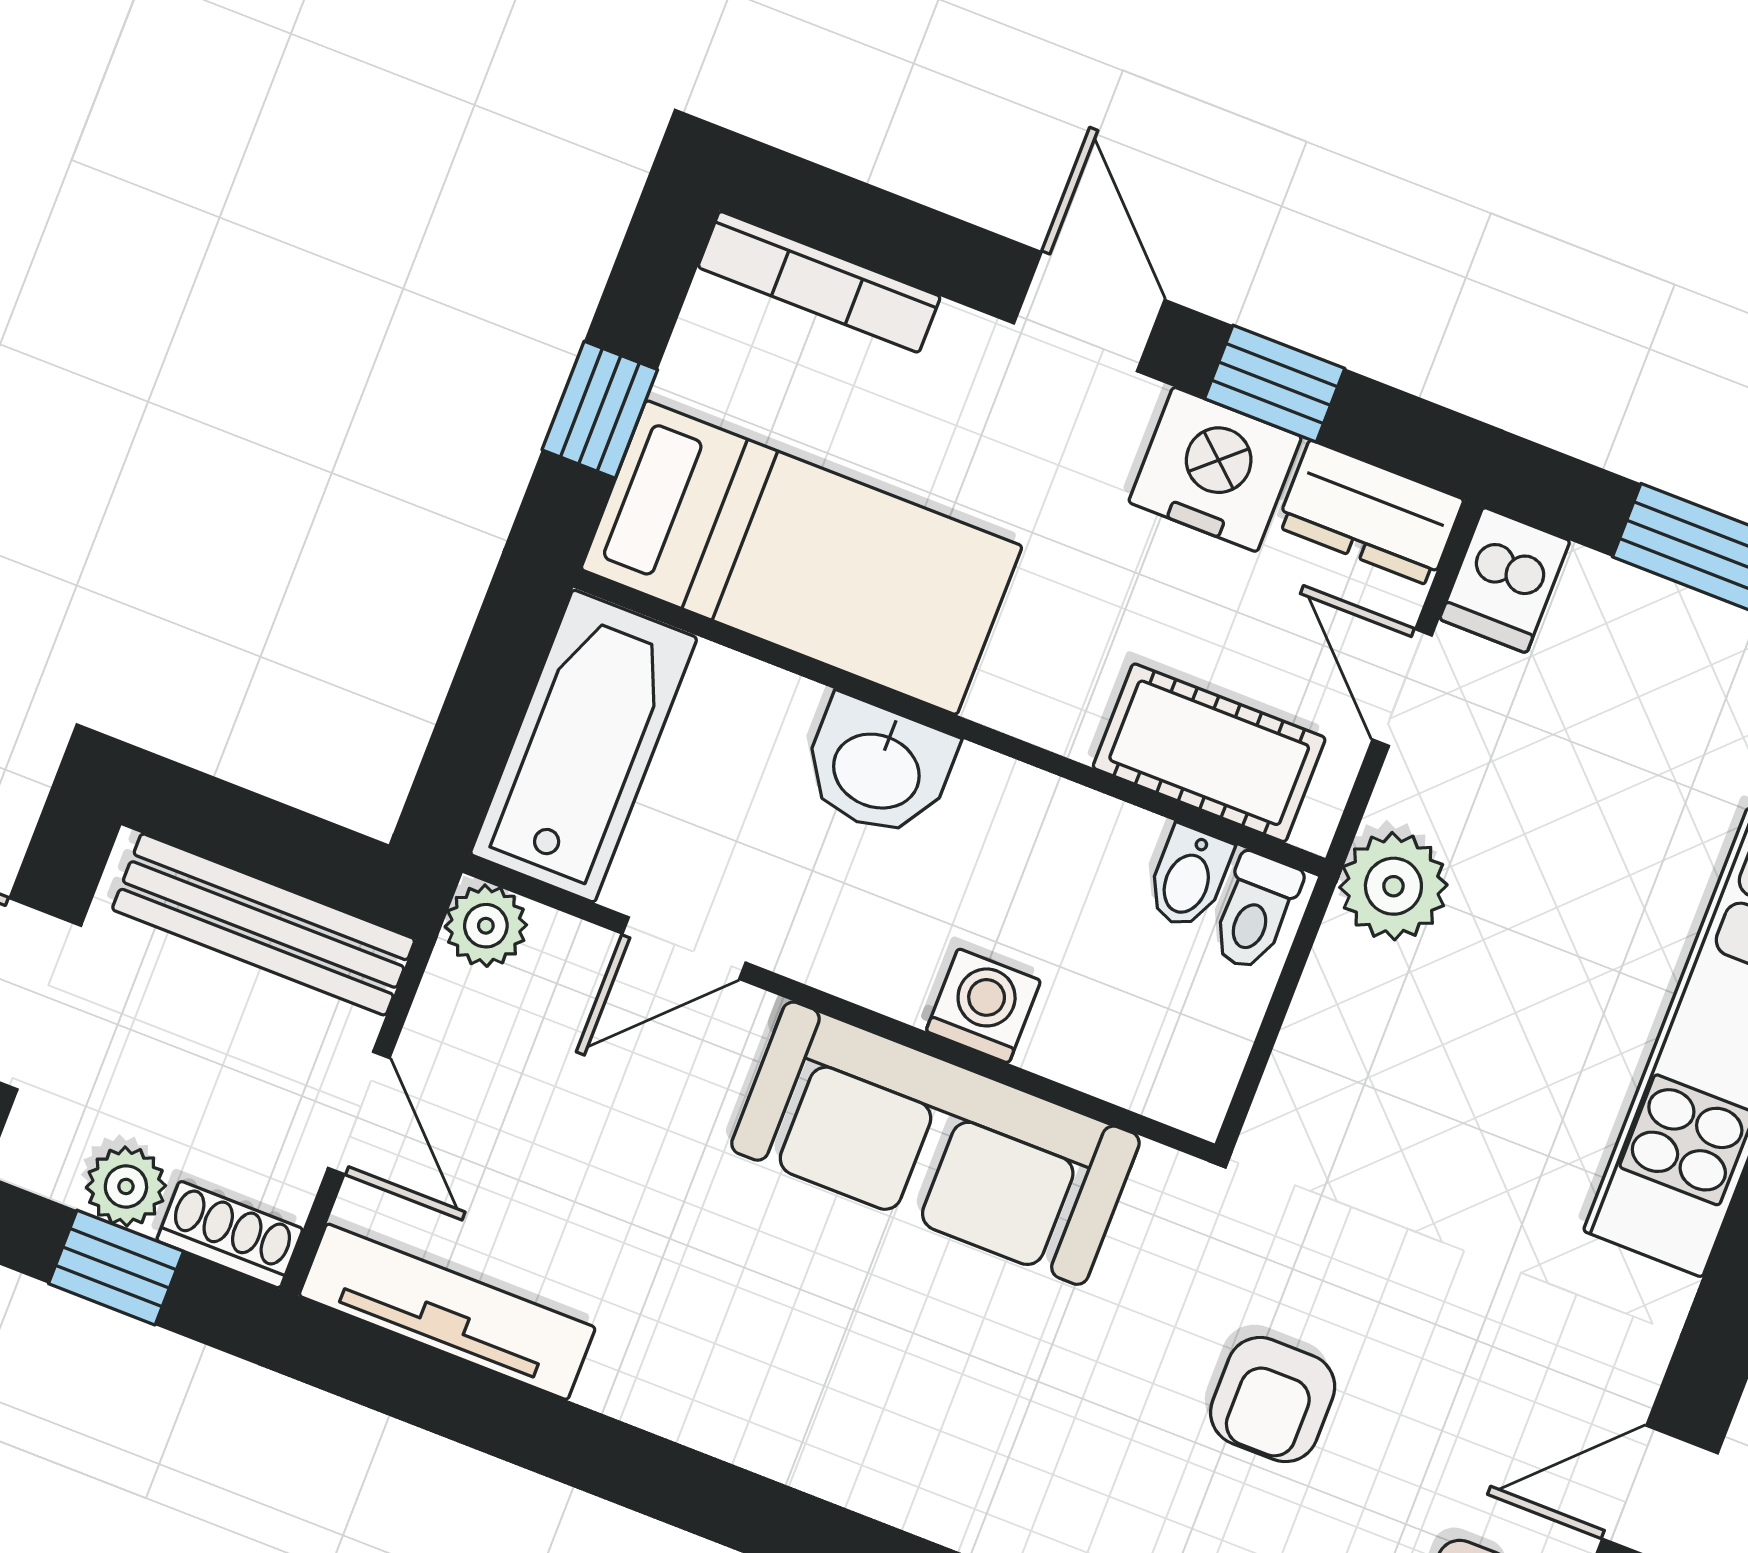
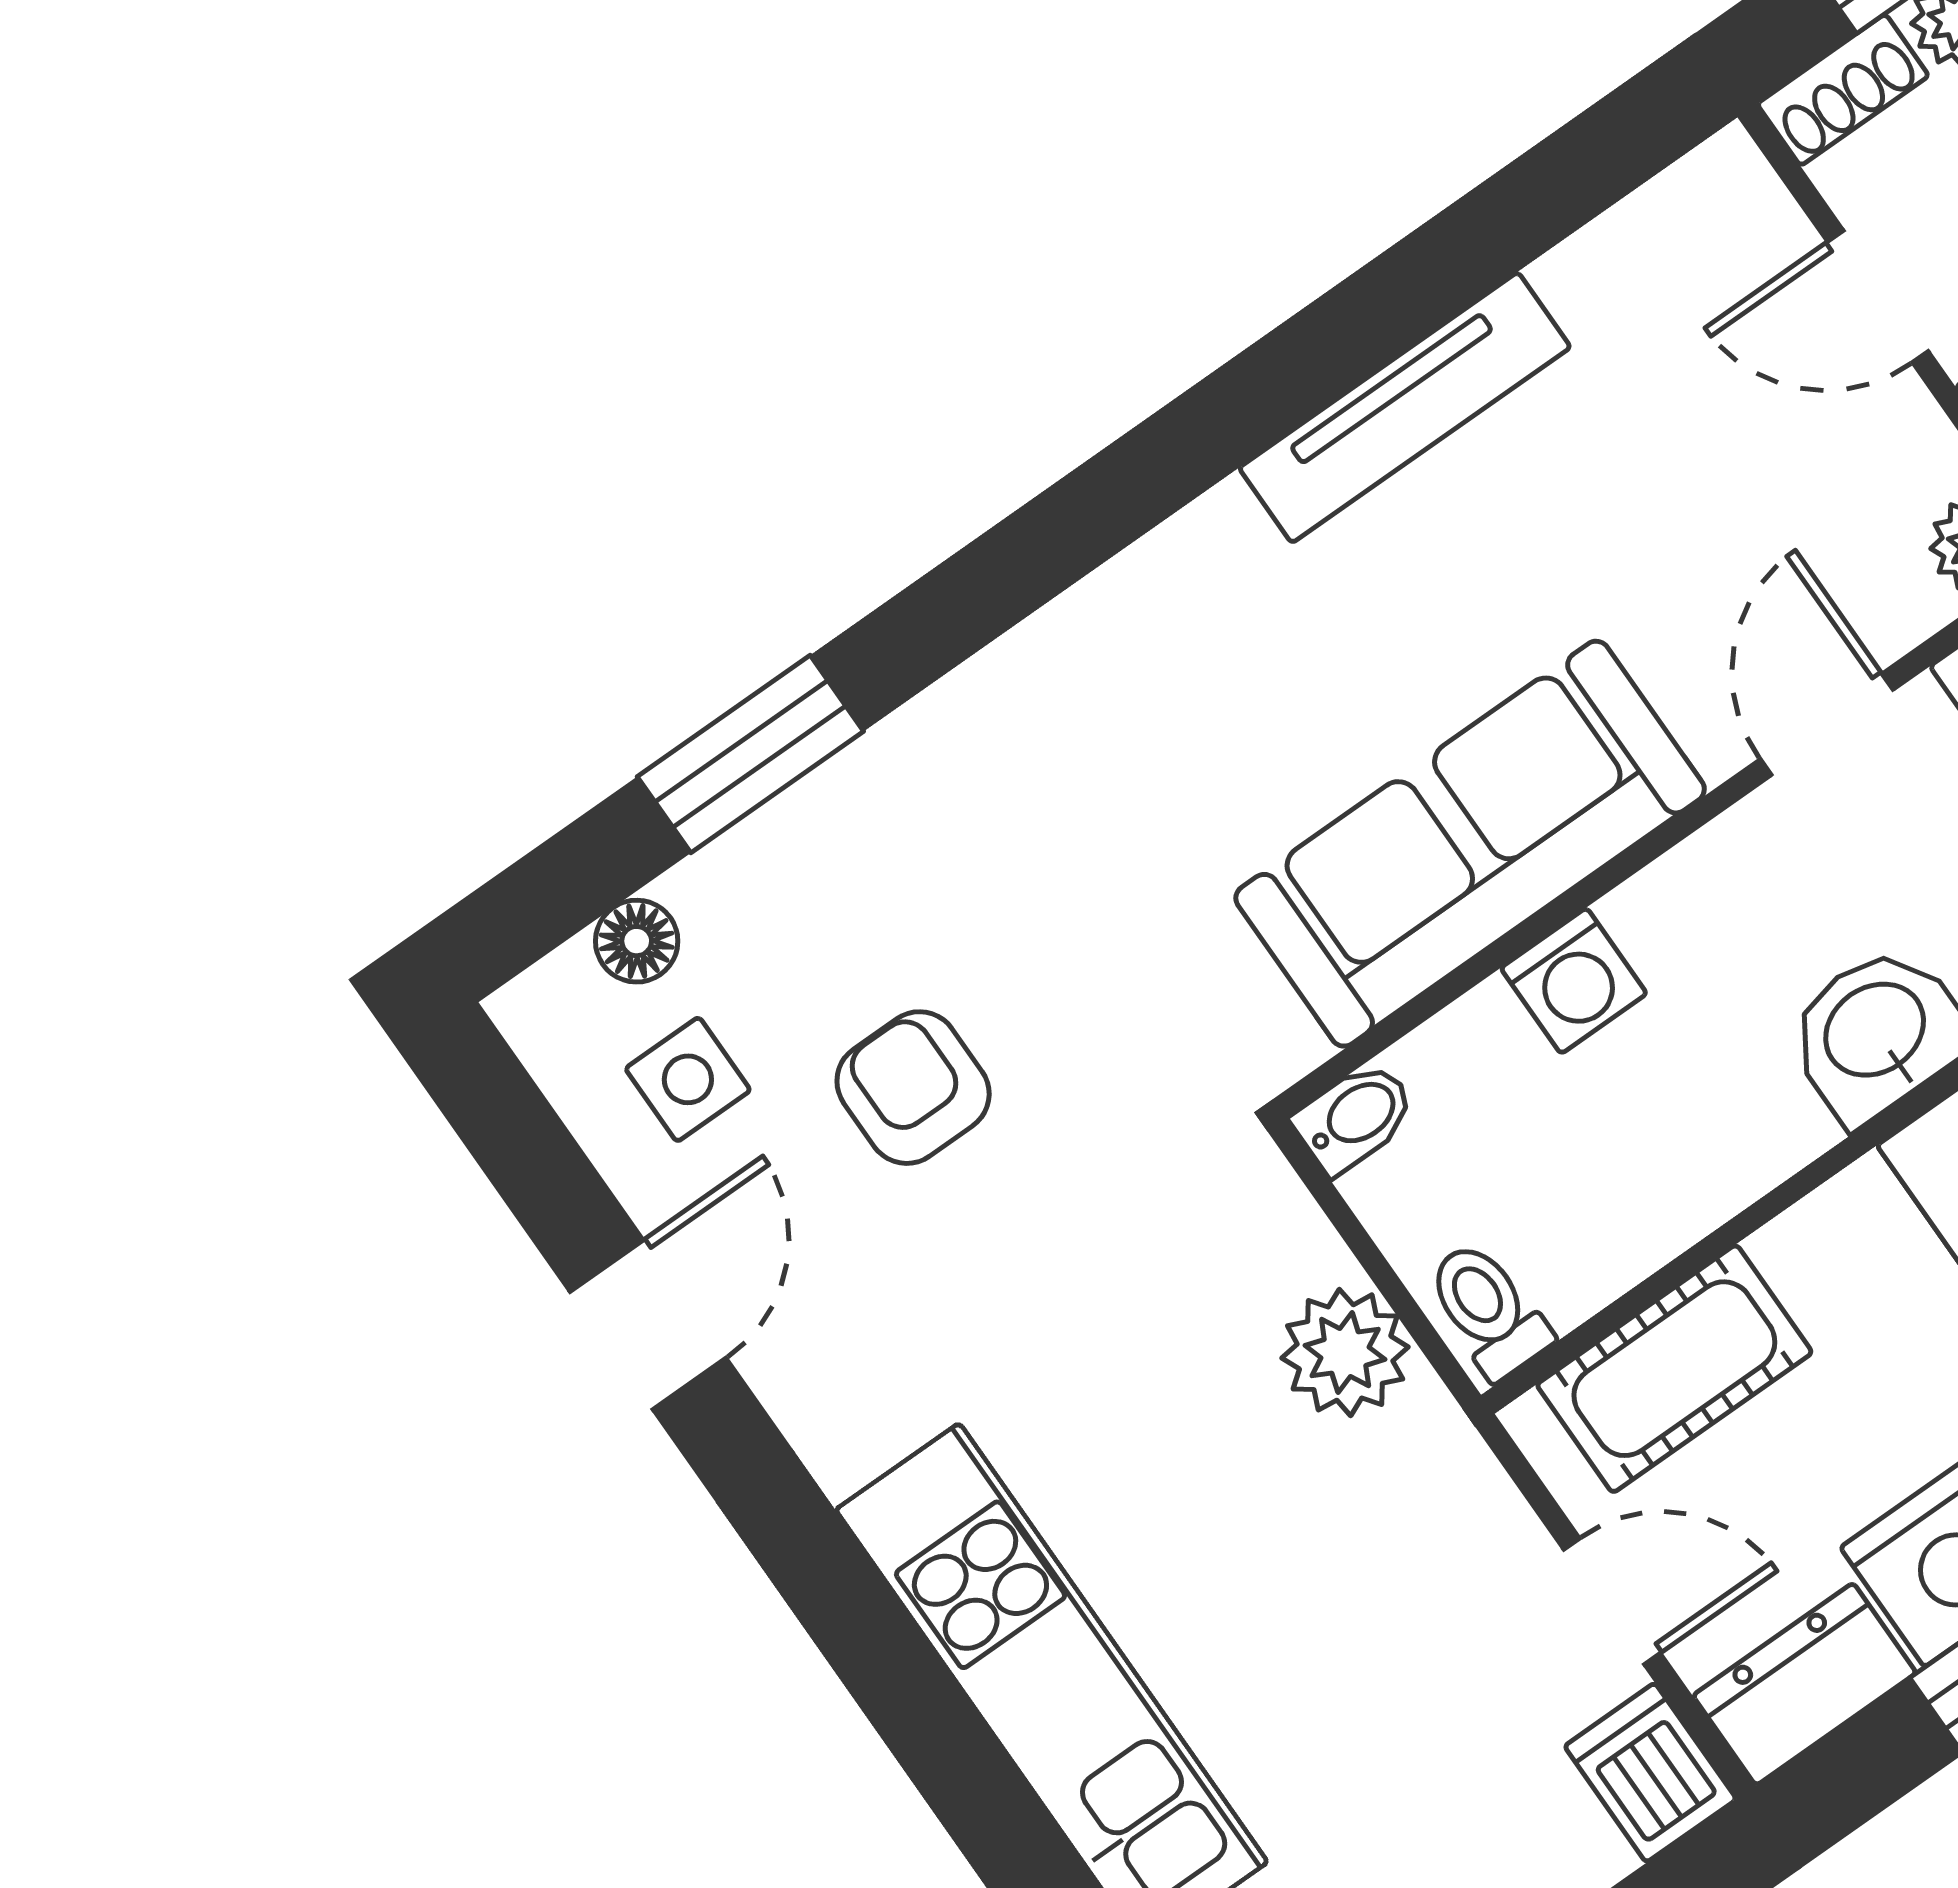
bidet: (1189, 877) -> (1355, 1117), moved, turned 90
plant: (1393, 886) -> (1345, 1352), moved
tv unit: (447, 1312) -> (1405, 408), moved
armchair: (1273, 1400) -> (913, 1088), moved

